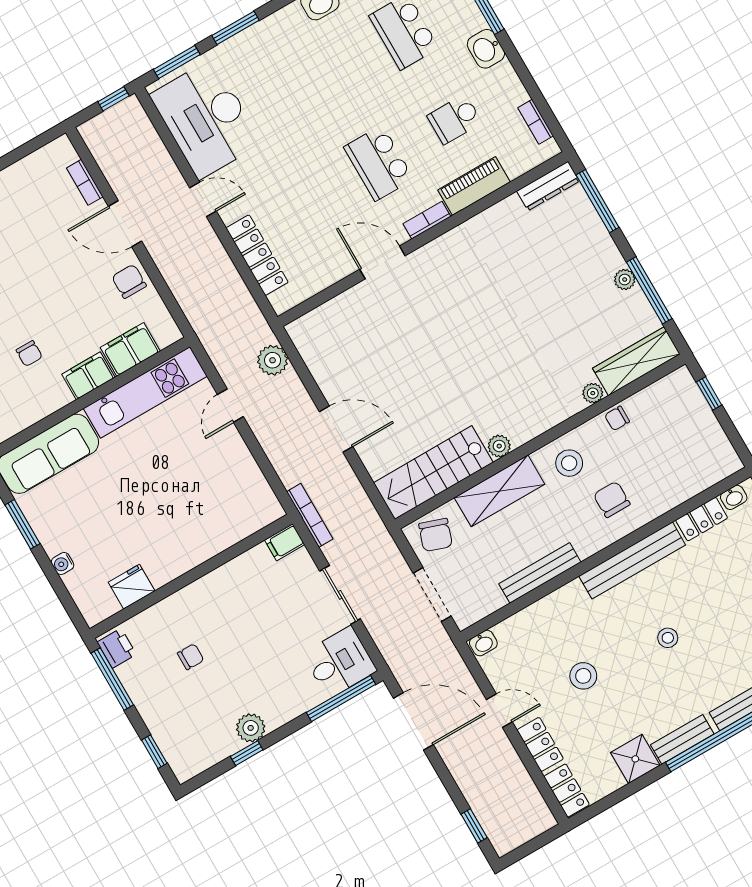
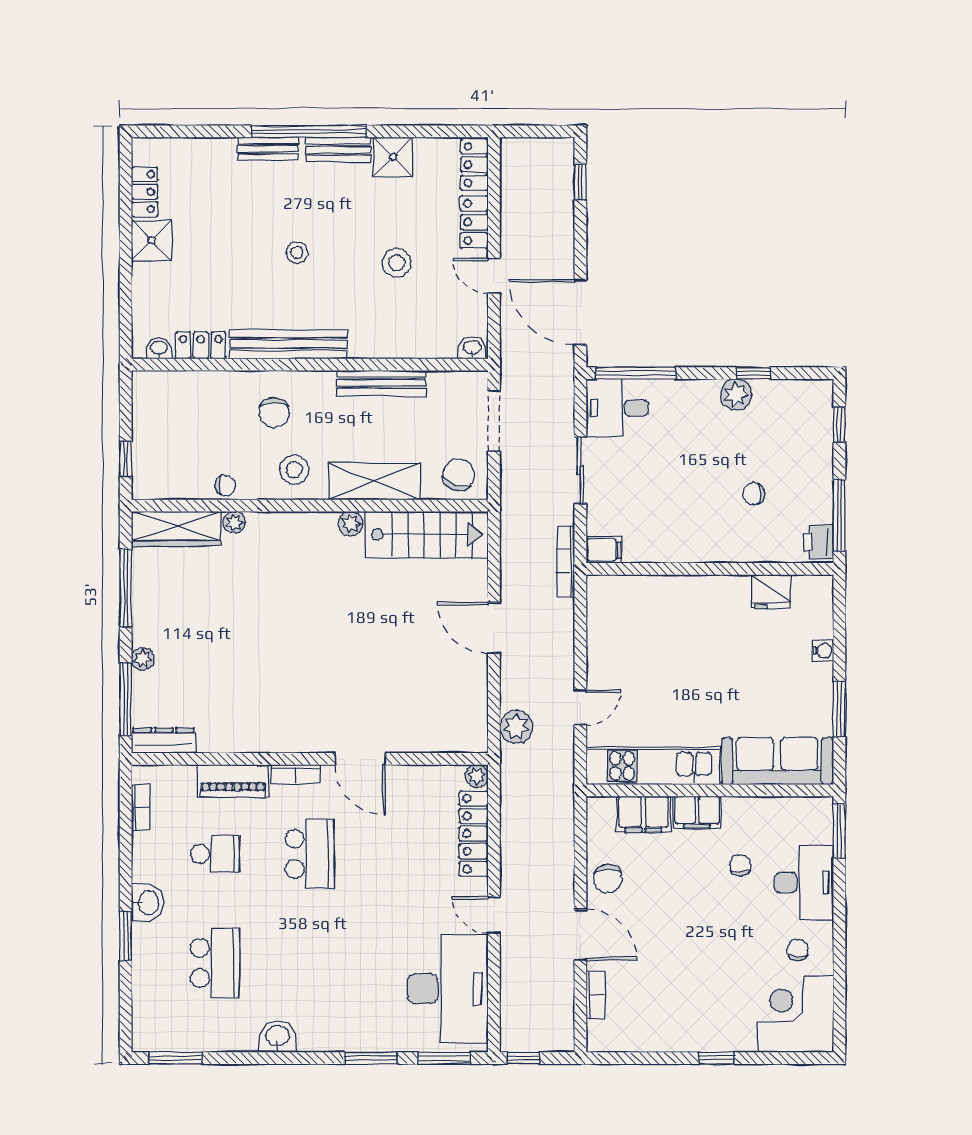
plant: (625, 279) -> (143, 659), moved
plant: (281, 303) -> (477, 776), added

